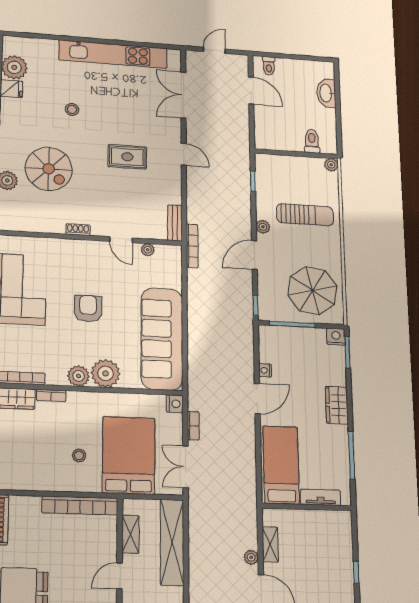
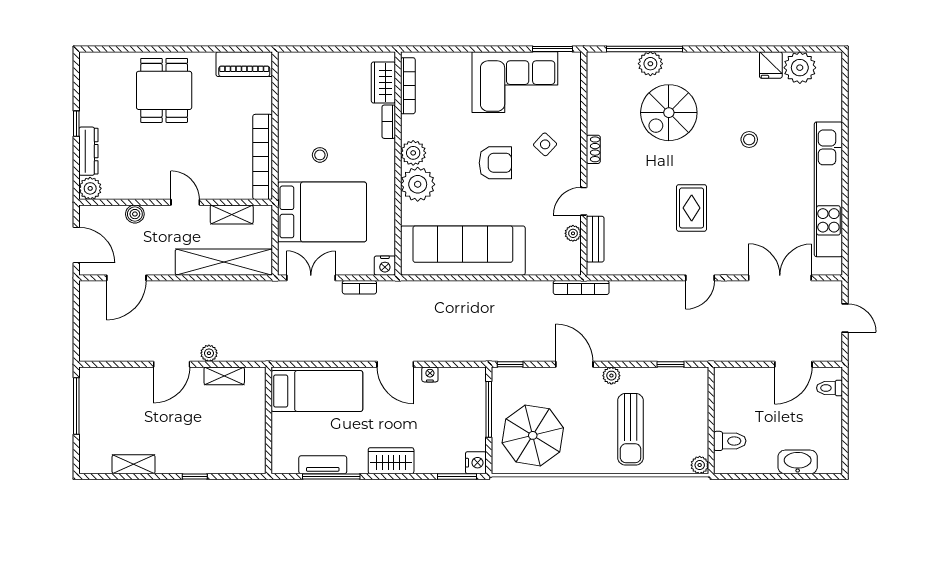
bench: (175, 223) -> (595, 239), moved, turned 90
side table: (73, 268) -> (545, 144), added
tv unit: (321, 497) -> (323, 465), moved, turned -90

